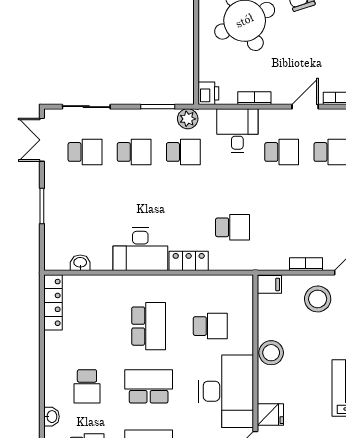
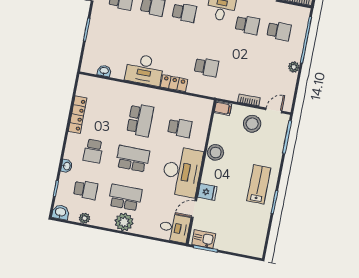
locker: (53, 302) -> (78, 115), moved

